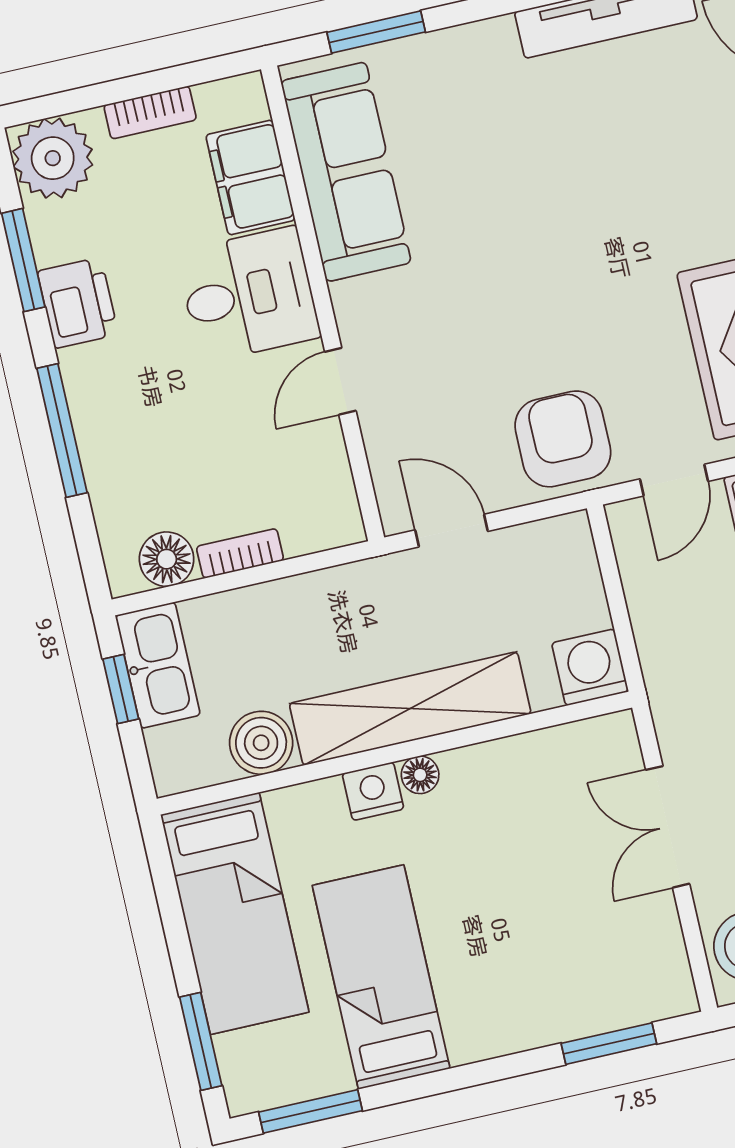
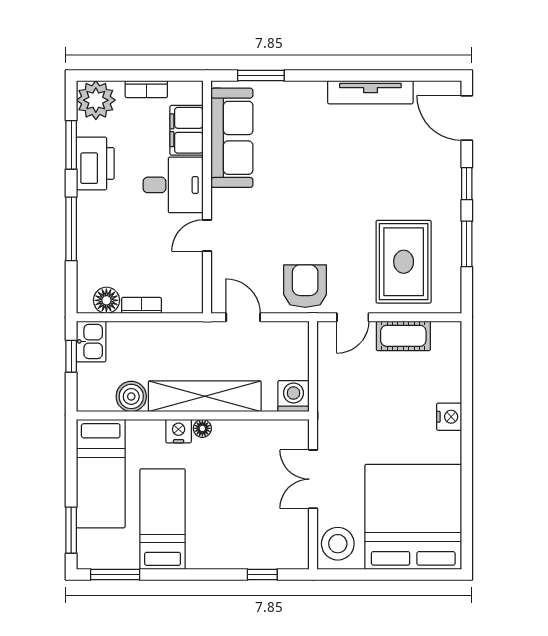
printer: (78, 303) -> (95, 163), width x1.37, depth x1.19
kitchen sink: (158, 665) -> (91, 341), width x0.73
window: (609, 1044) -> (262, 575), width x0.67

